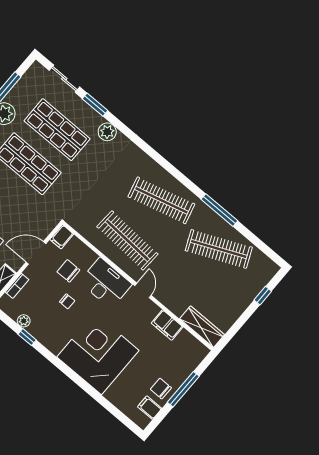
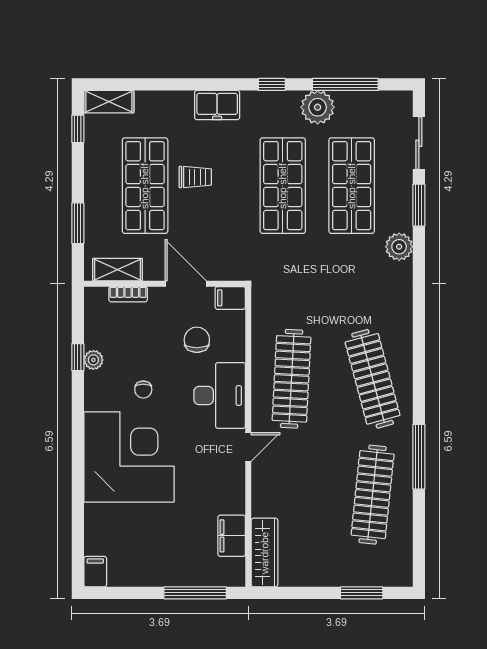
clothes rail: (219, 249) -> (373, 495), turned 30
window: (263, 296) -> (362, 593), width x1.50
chair: (67, 301) -> (143, 390), moved
plant: (24, 321) -> (93, 360), moved
filing cabinet: (167, 325) -> (232, 536), moved
chair: (161, 389) -> (151, 566), removed
window: (183, 389) -> (195, 593), moved
filing cabinet: (150, 408) -> (95, 572), moved

